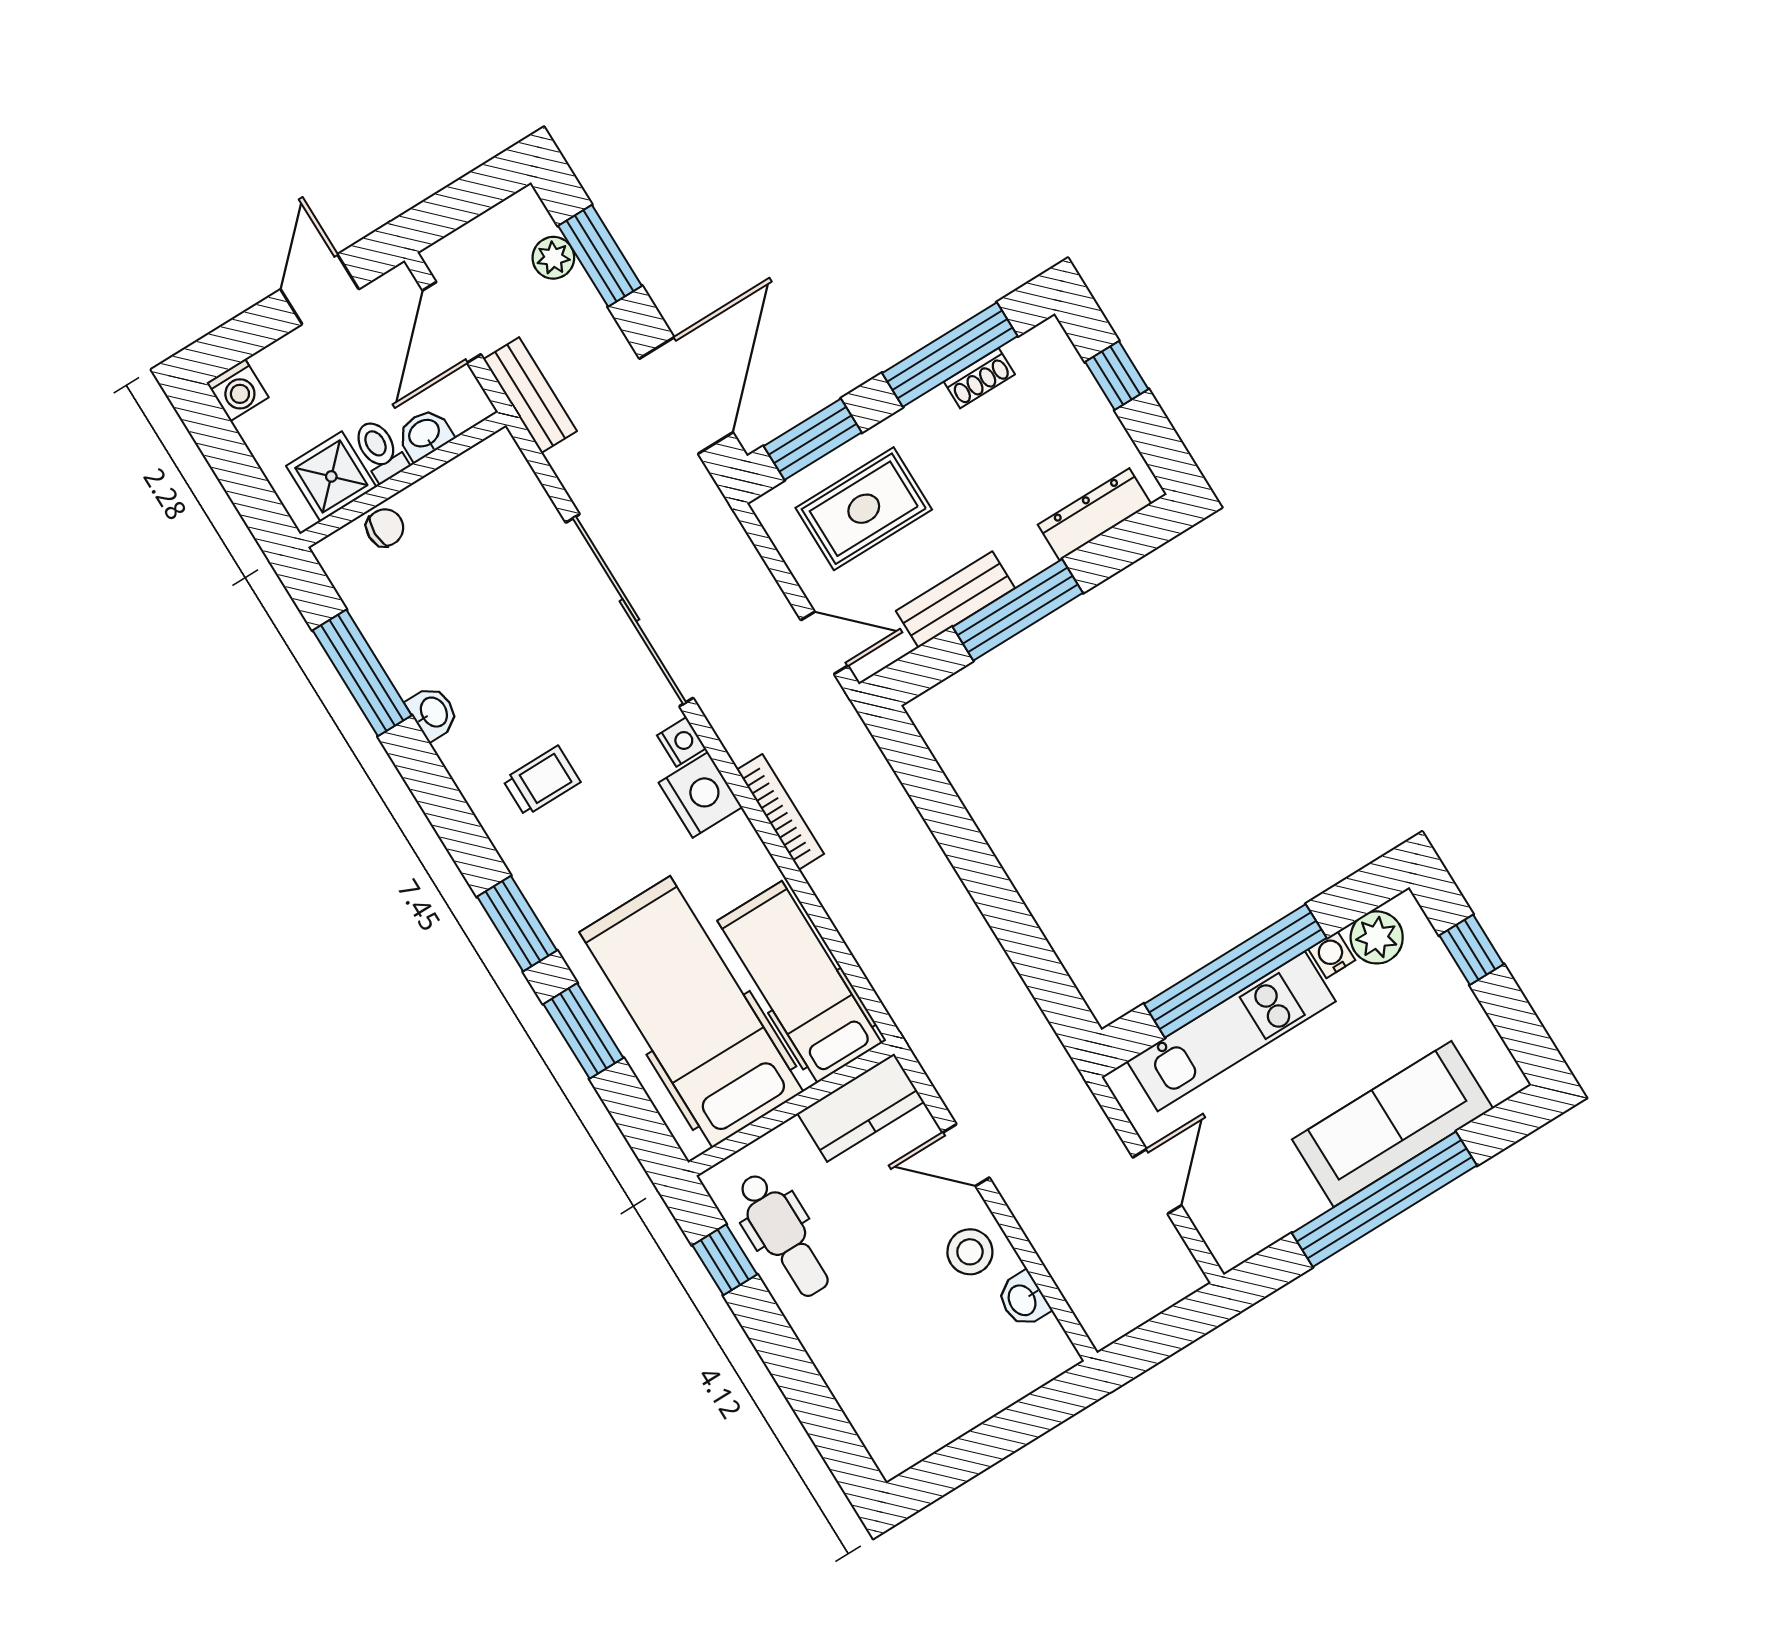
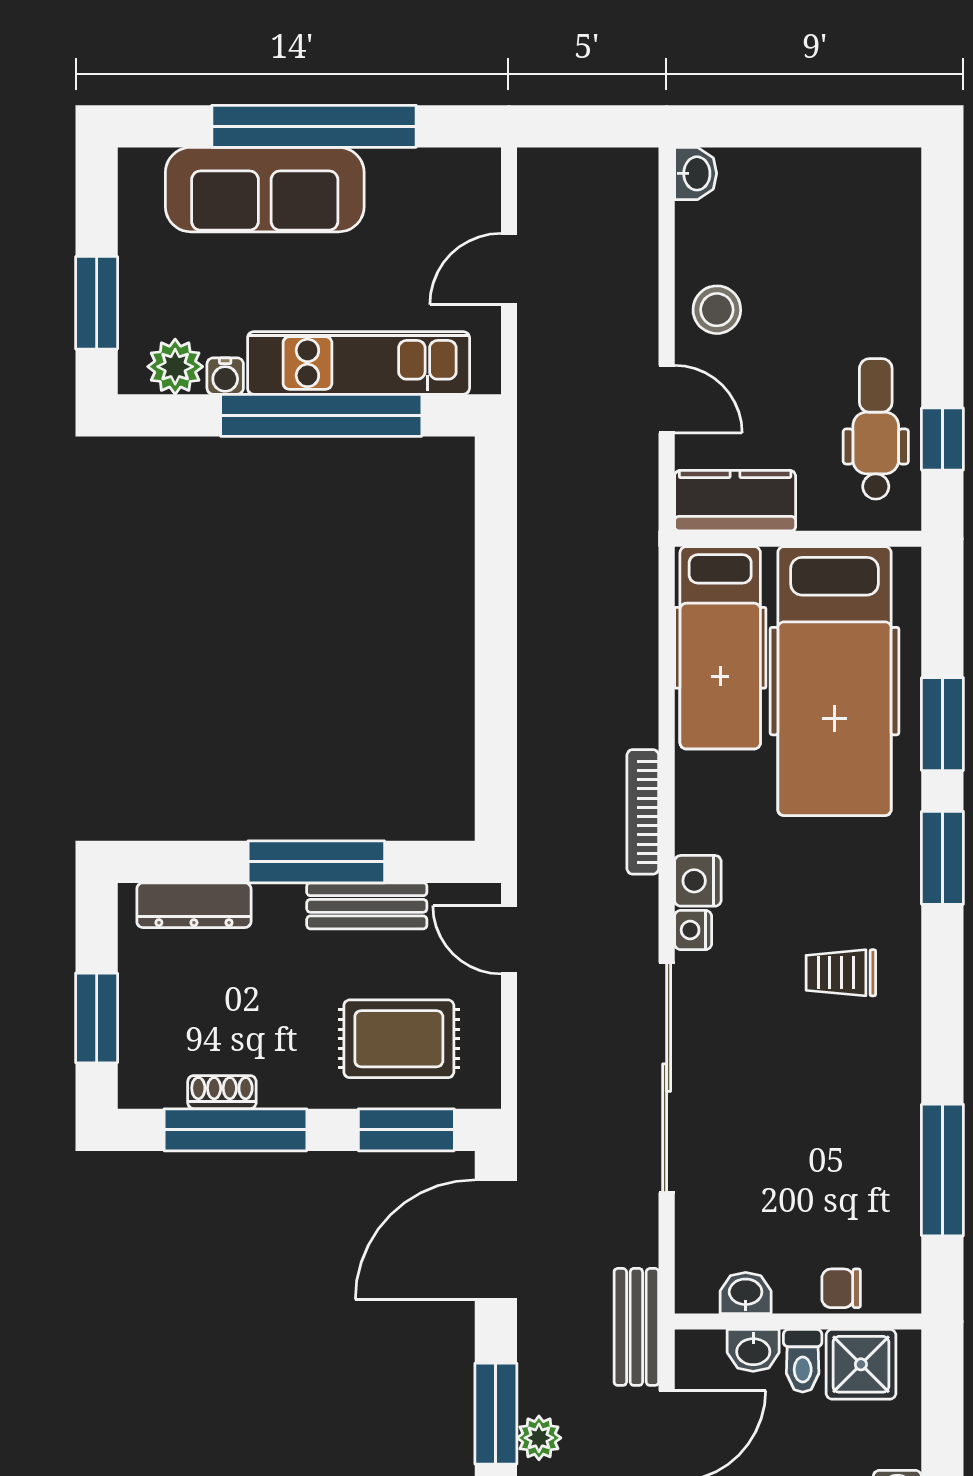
window: (1117, 376) -> (97, 1018), width x1.50
washbasin: (433, 713) -> (746, 1293), moved, turned 90
nightstand: (700, 795) -> (698, 881), width x0.74, depth x0.75
window: (1471, 950) -> (97, 303), width x1.50
washbasin: (1023, 1300) -> (696, 173), moved

